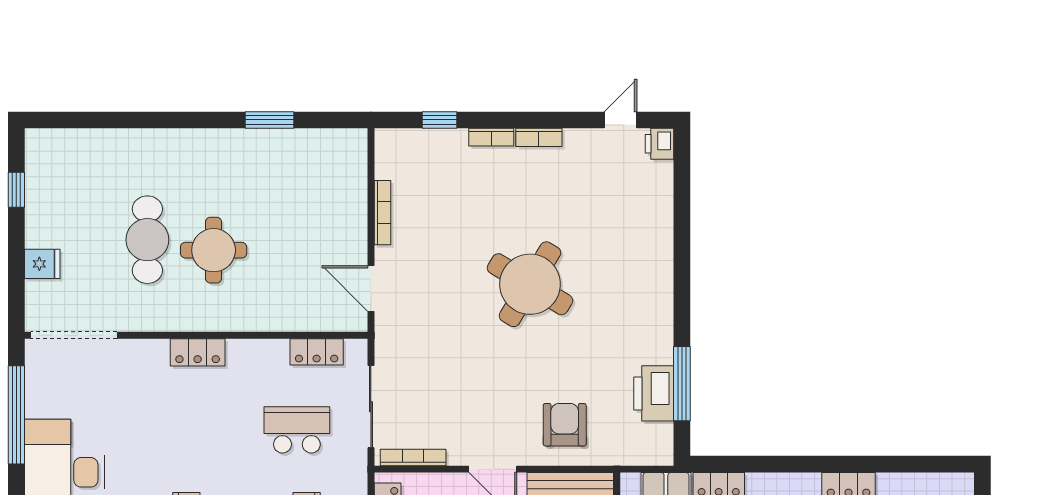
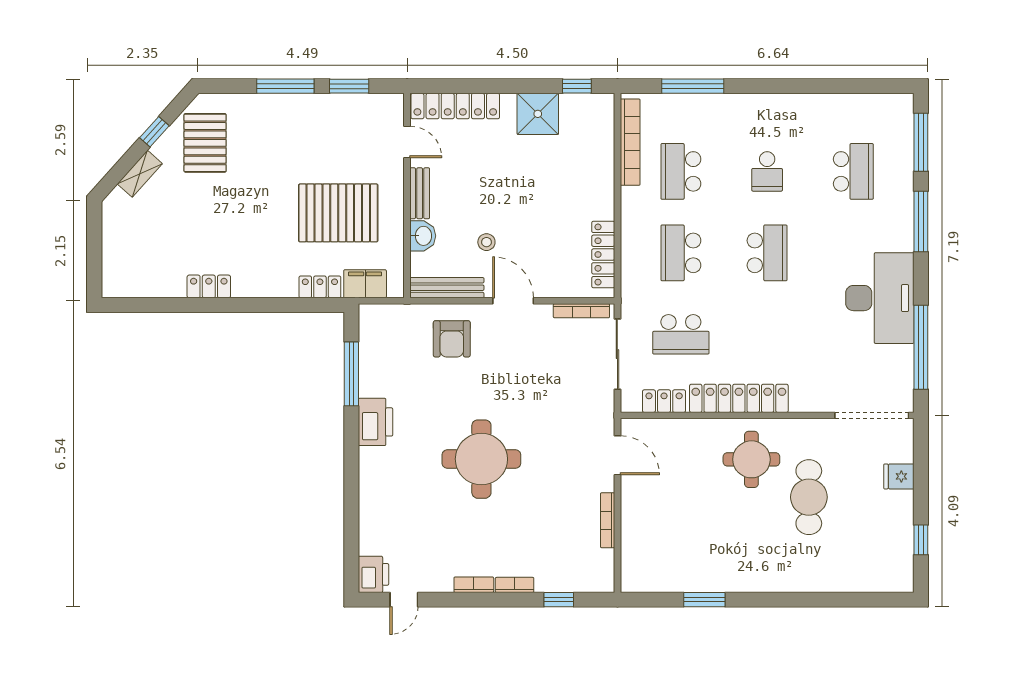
printer: (660, 144) -> (373, 574), width x1.36, depth x1.24
round table: (214, 250) -> (751, 459), moved
round table: (530, 284) -> (481, 459), turned -31
locker: (198, 352) -> (739, 398), width x2.16, depth x1.21
printer: (654, 393) -> (375, 422), moved

